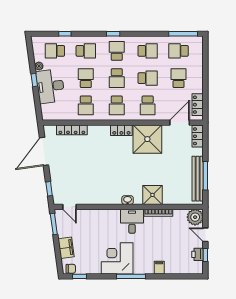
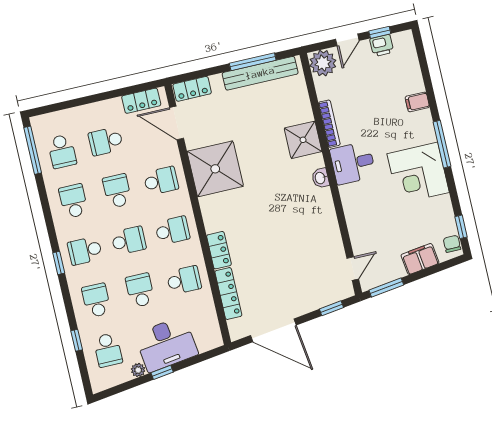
school desk: (86, 78) -> (140, 290), turned 90
locker: (121, 130) -> (219, 250), moved

